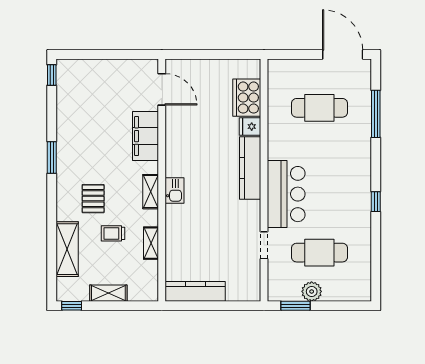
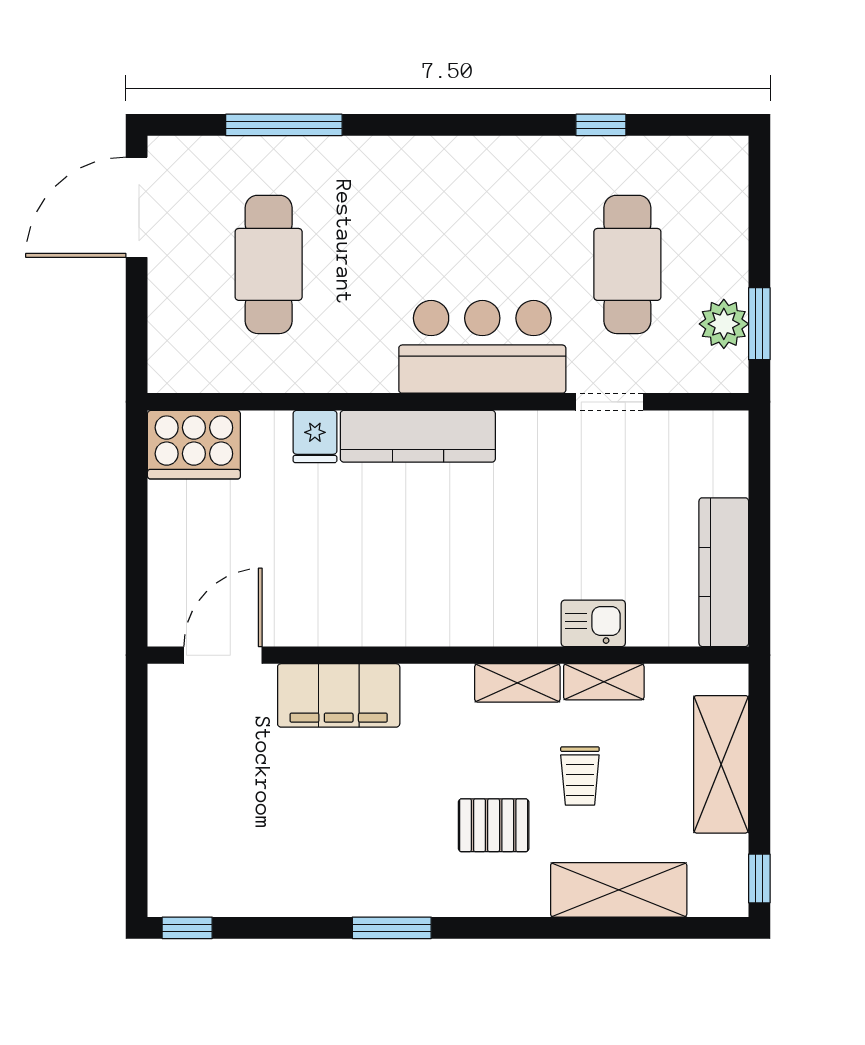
cooker: (247, 98) -> (194, 445), moved
kitchen sink: (175, 191) -> (593, 623), moved
shelving: (151, 192) -> (517, 683), moved
window: (376, 202) -> (601, 125), moved
plant: (312, 291) -> (724, 324), moved
shelving: (108, 293) -> (721, 764), width x1.50, depth x1.33

